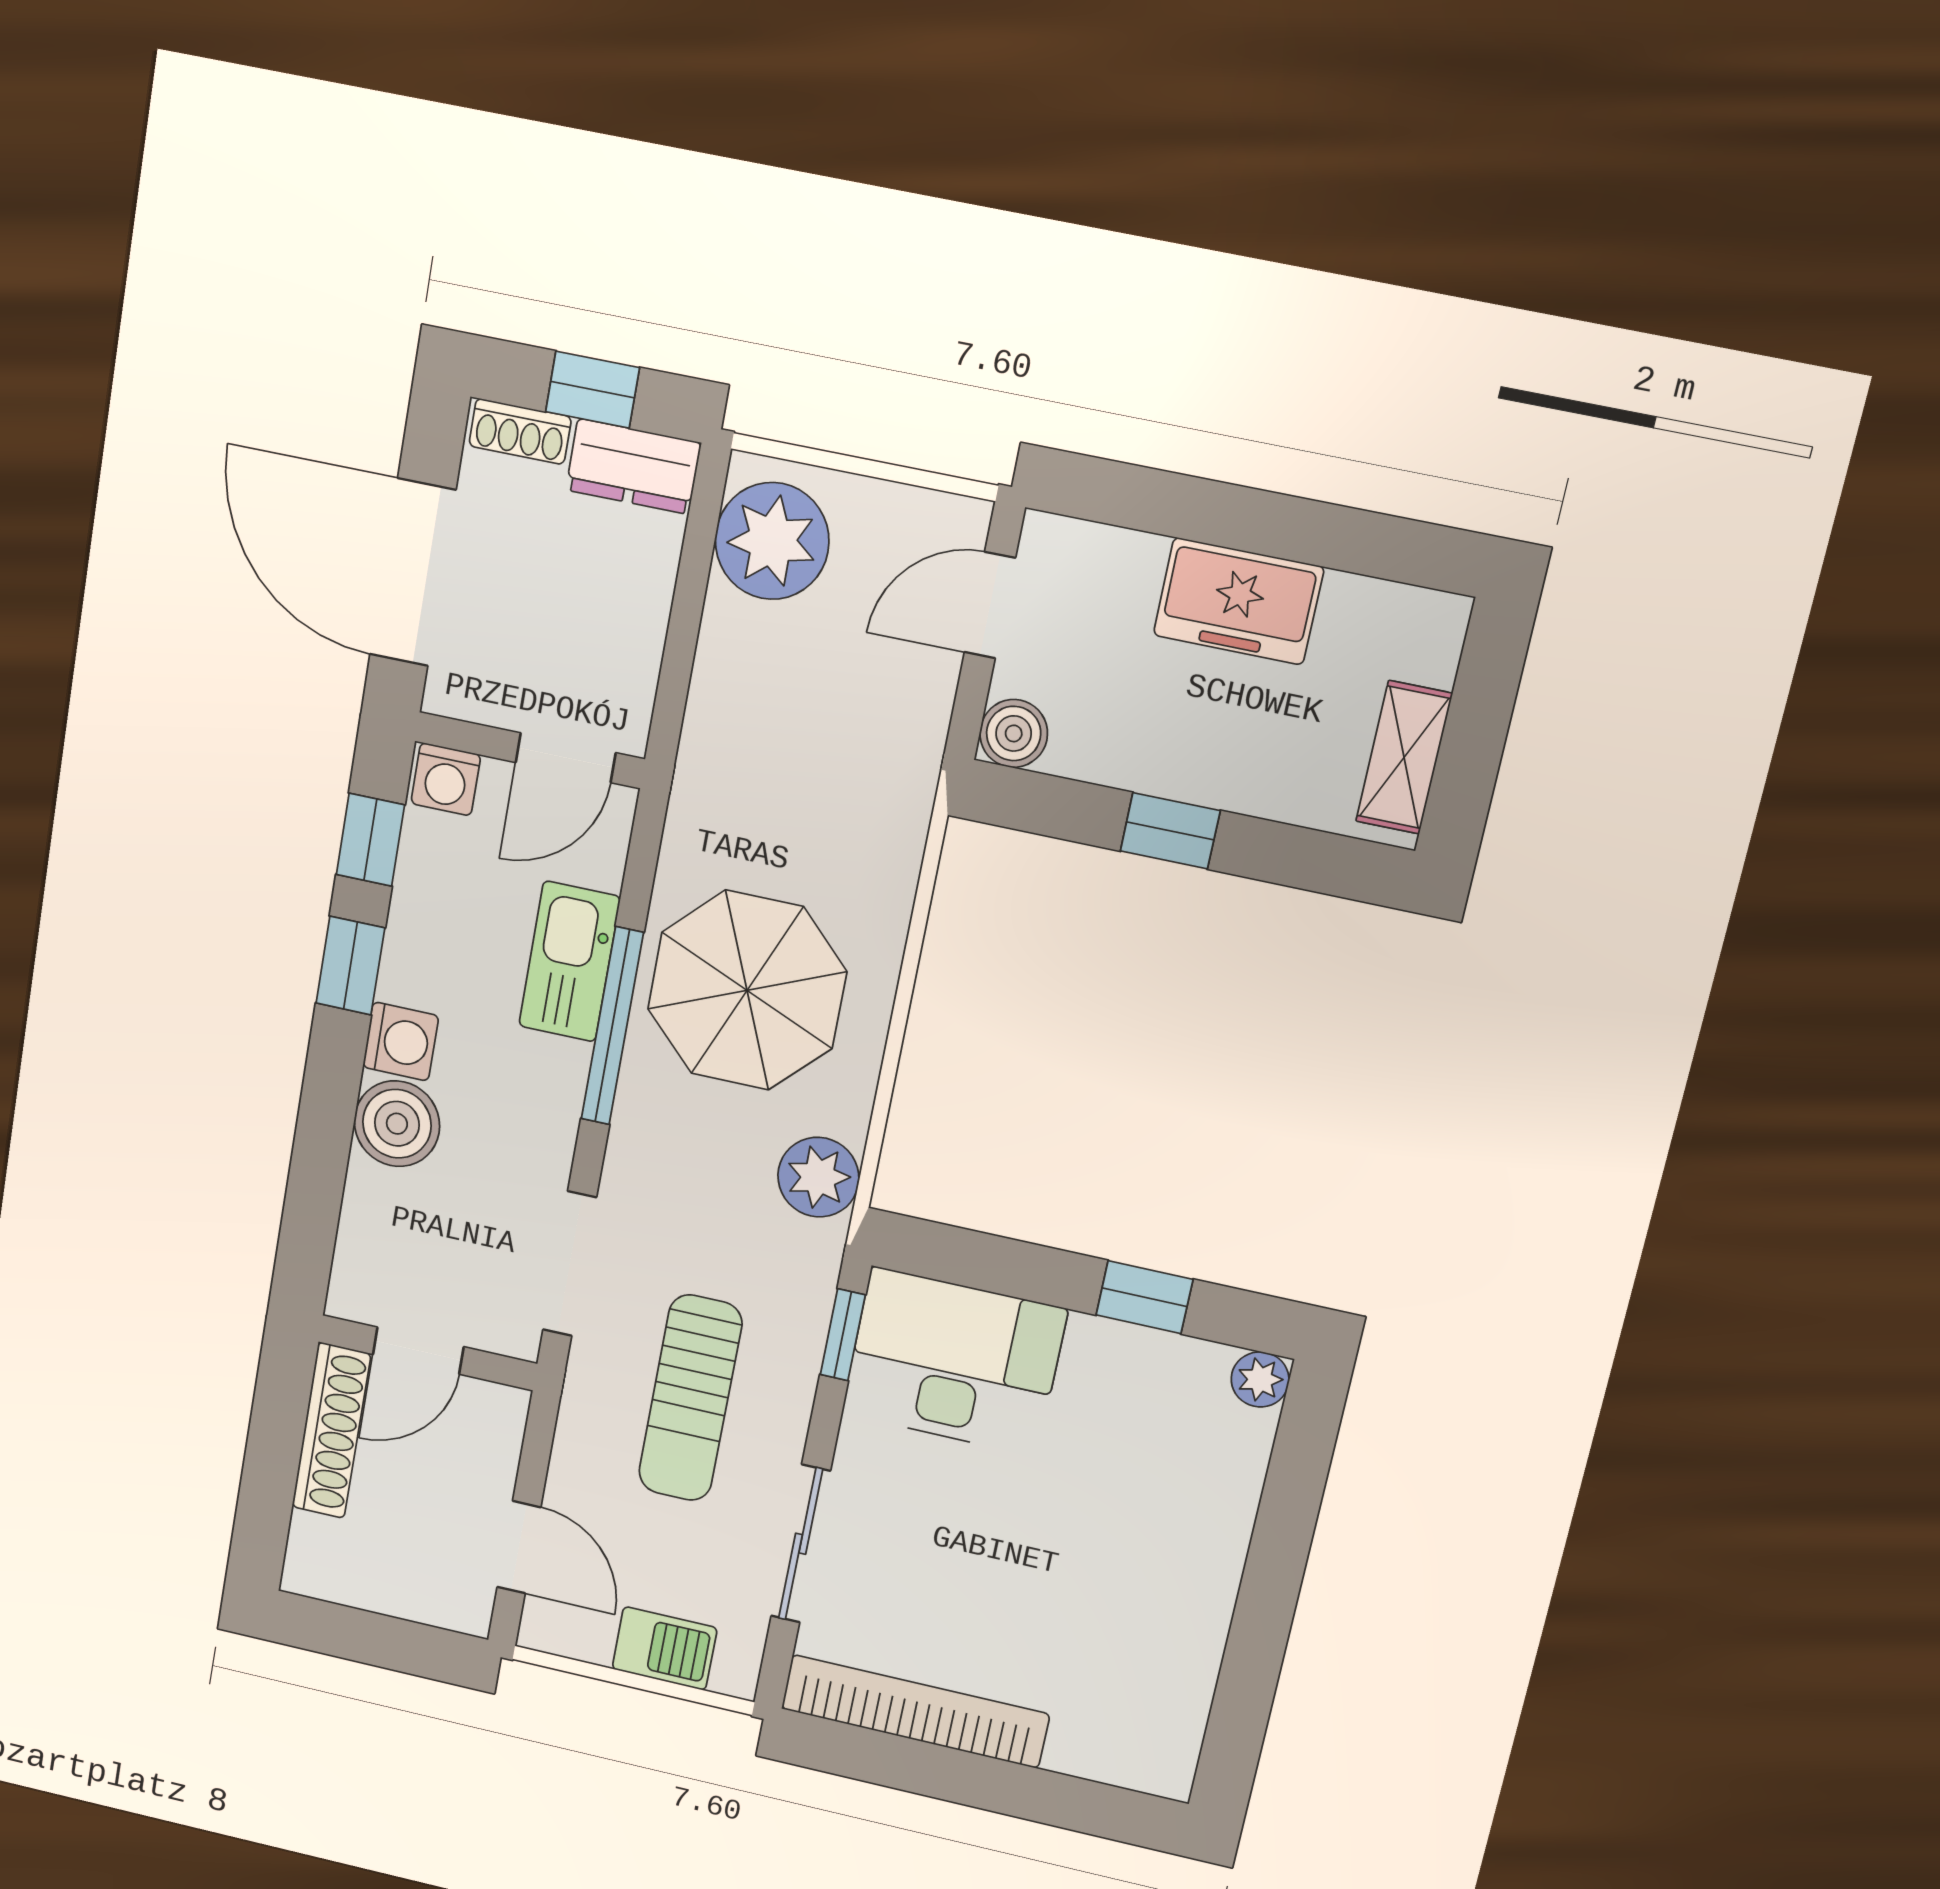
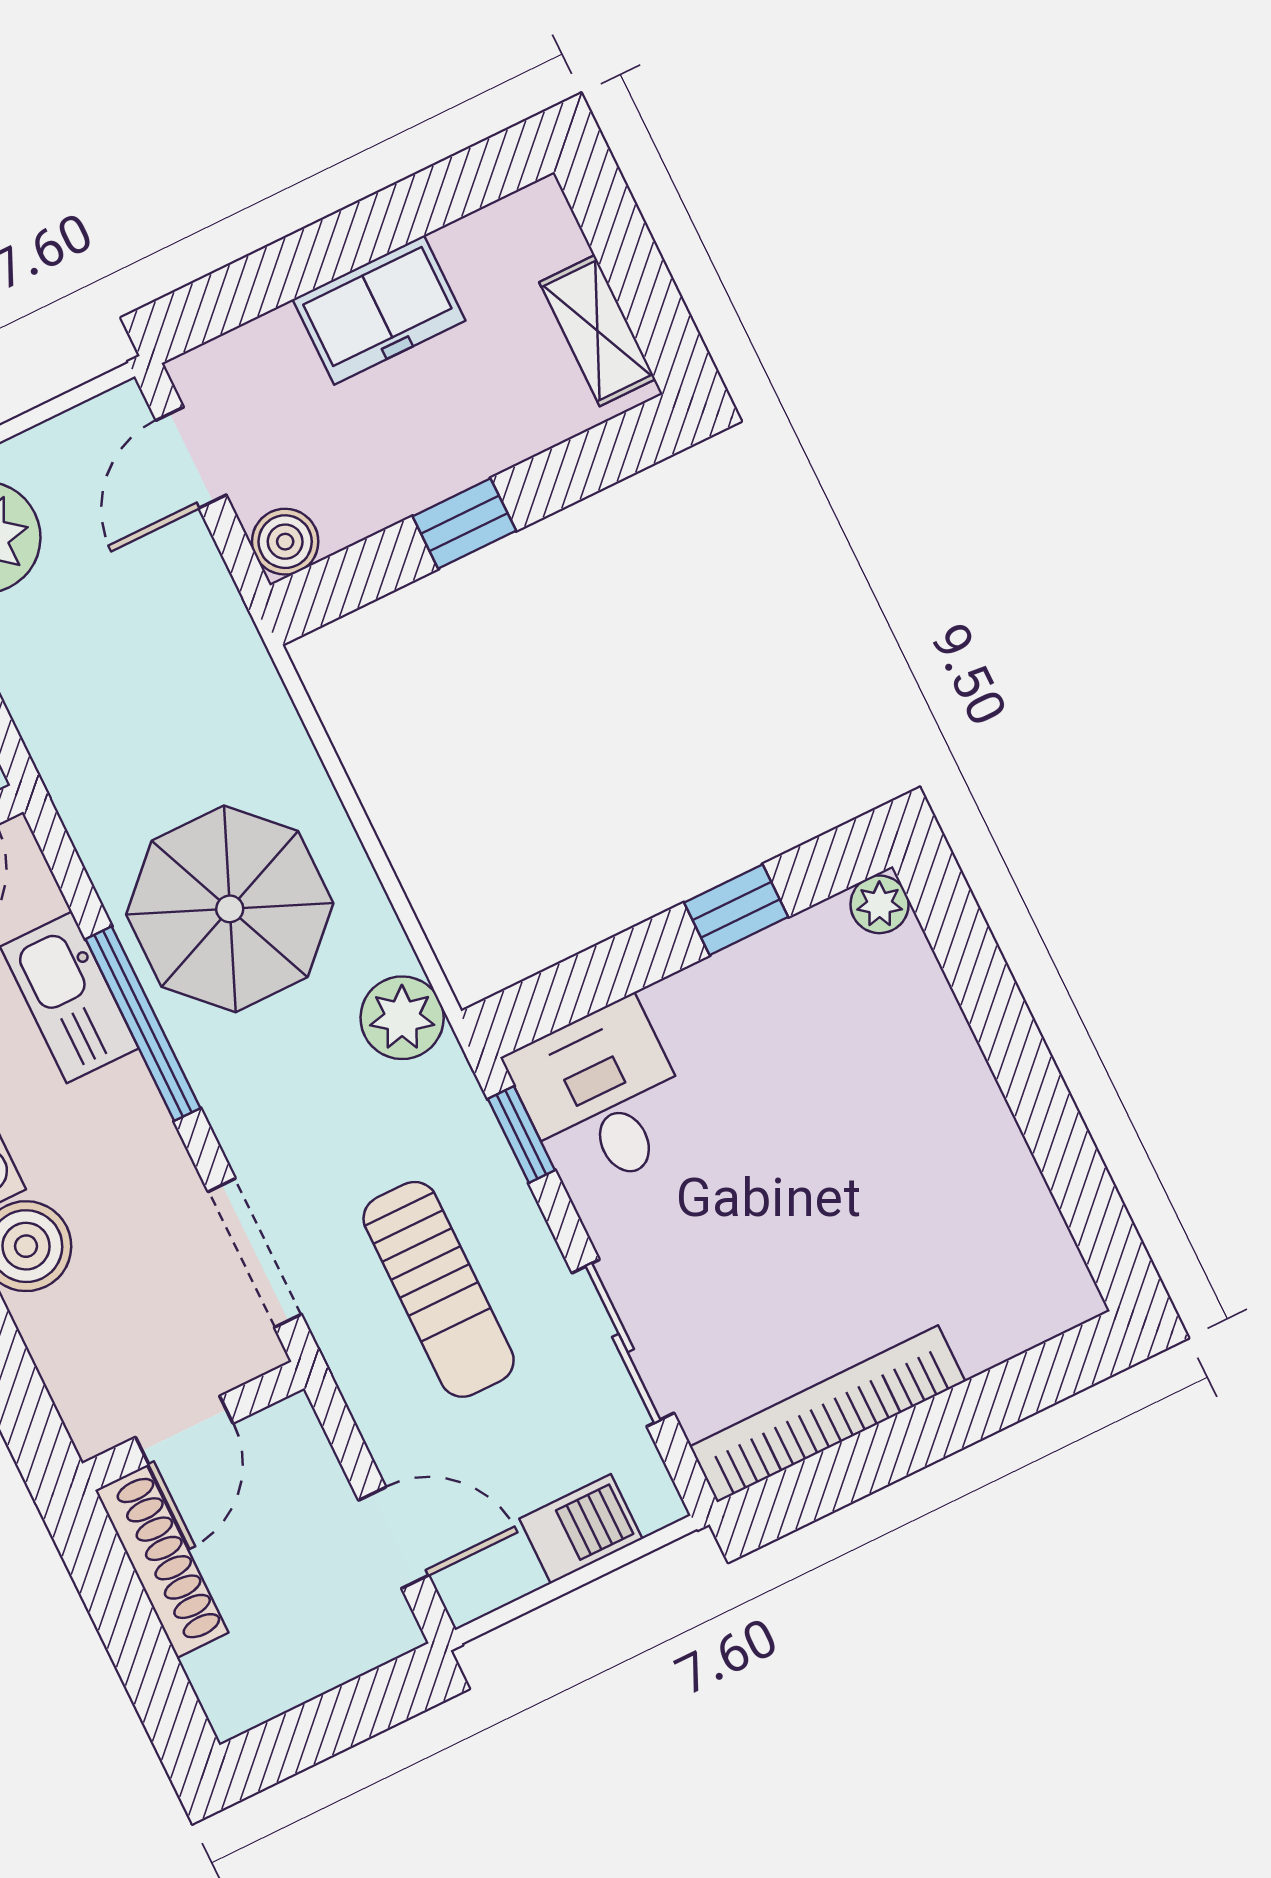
desk: (954, 1361) -> (603, 1097), width x0.73

